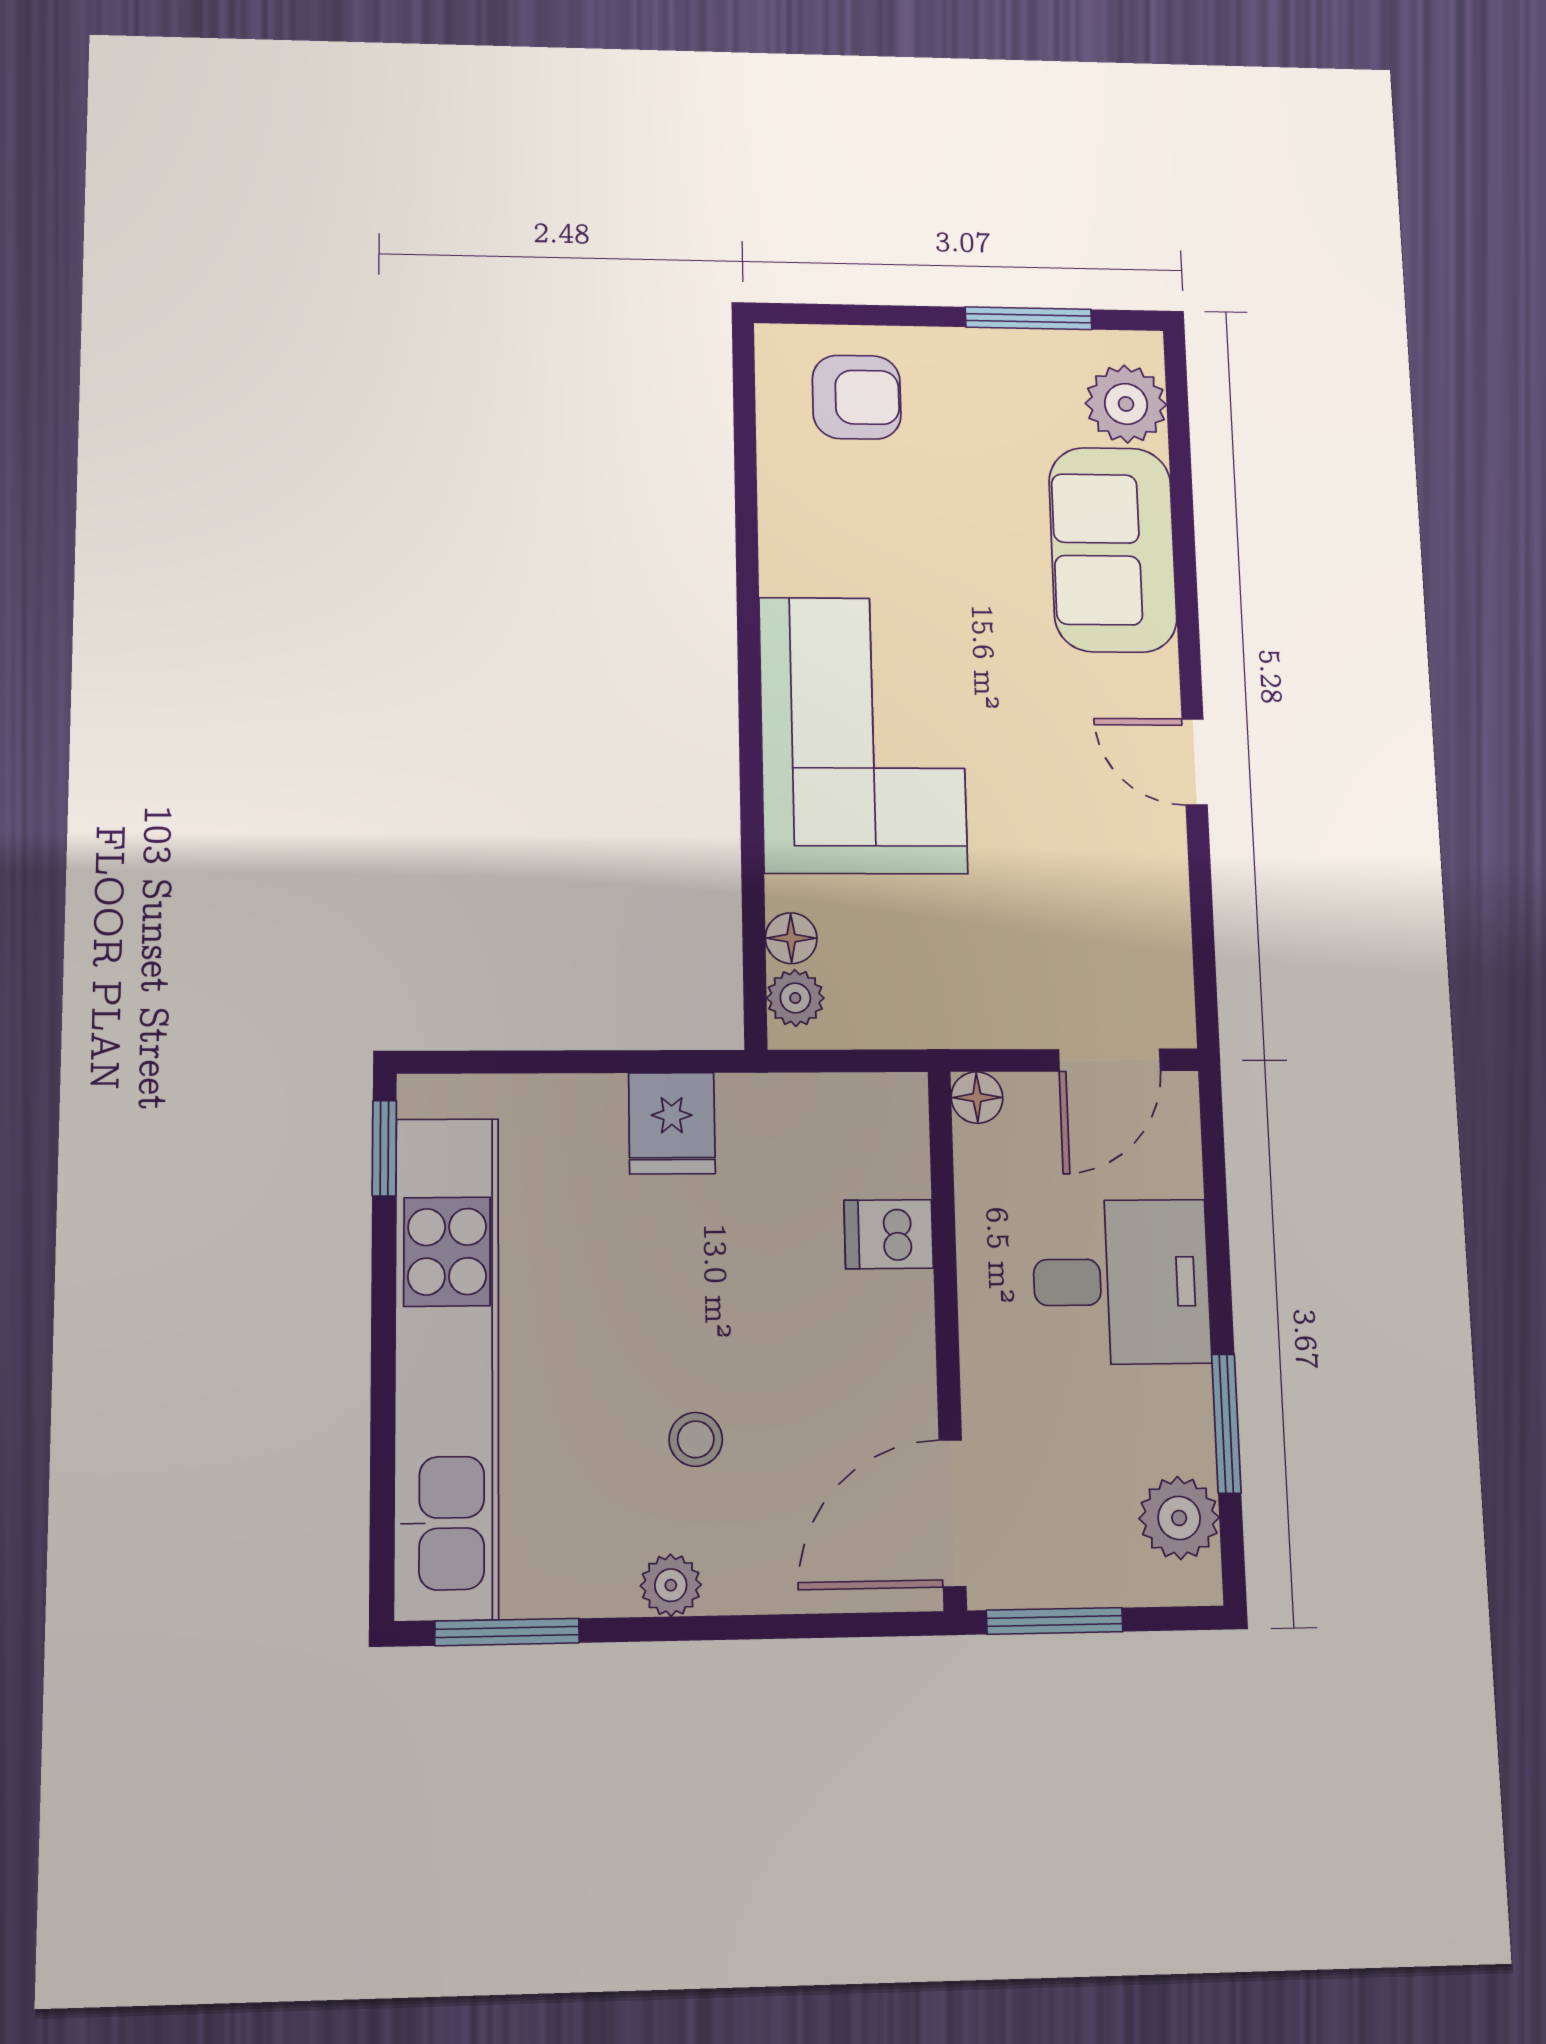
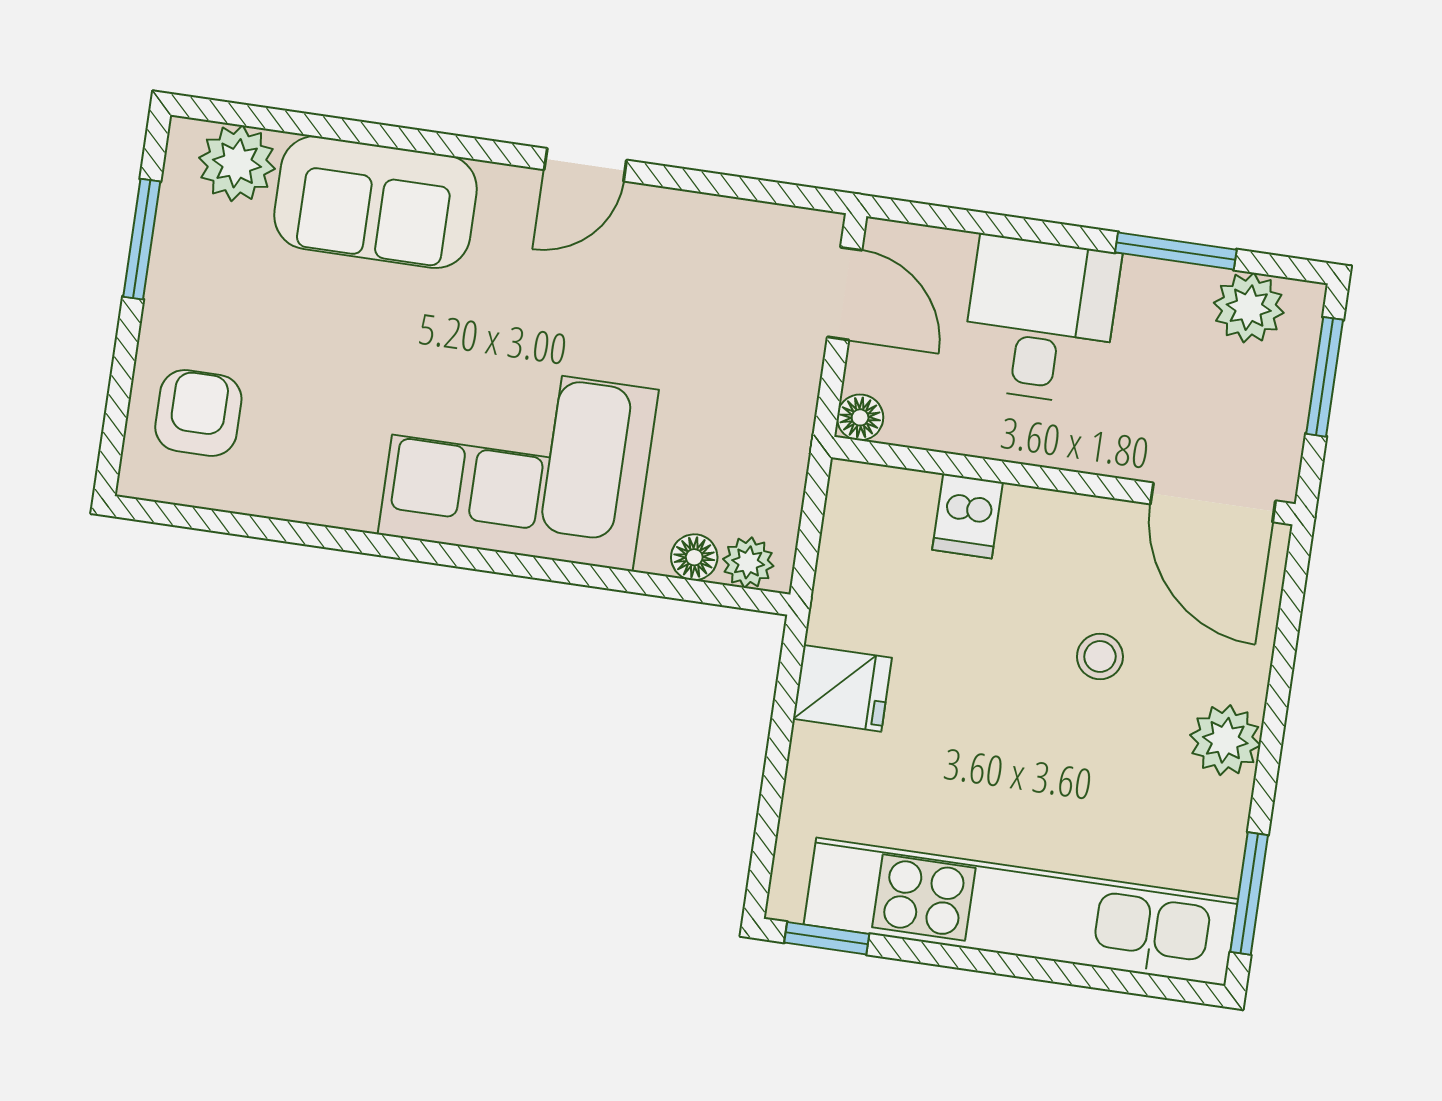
stool: (696, 1439) -> (1100, 657), moved
plant: (671, 1585) -> (1225, 740), width x1.38, depth x1.38
window: (1055, 1621) -> (1325, 377), moved

